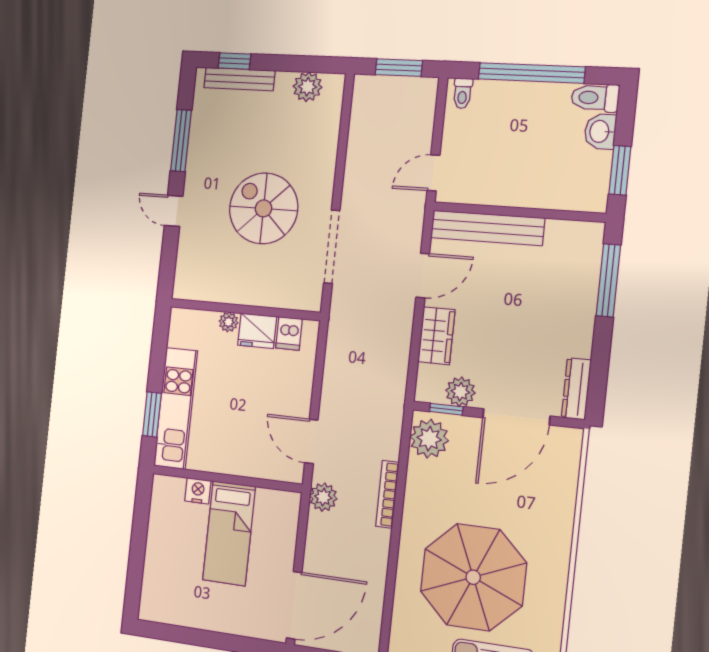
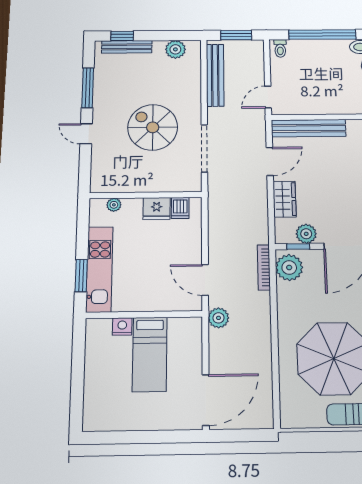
bench: (360, 132) -> (215, 75), added
plant: (228, 322) -> (114, 205), moved
bookcase: (387, 494) -> (264, 267), moved

